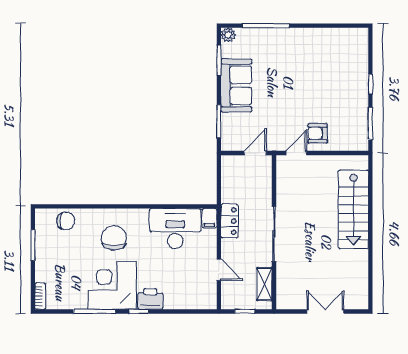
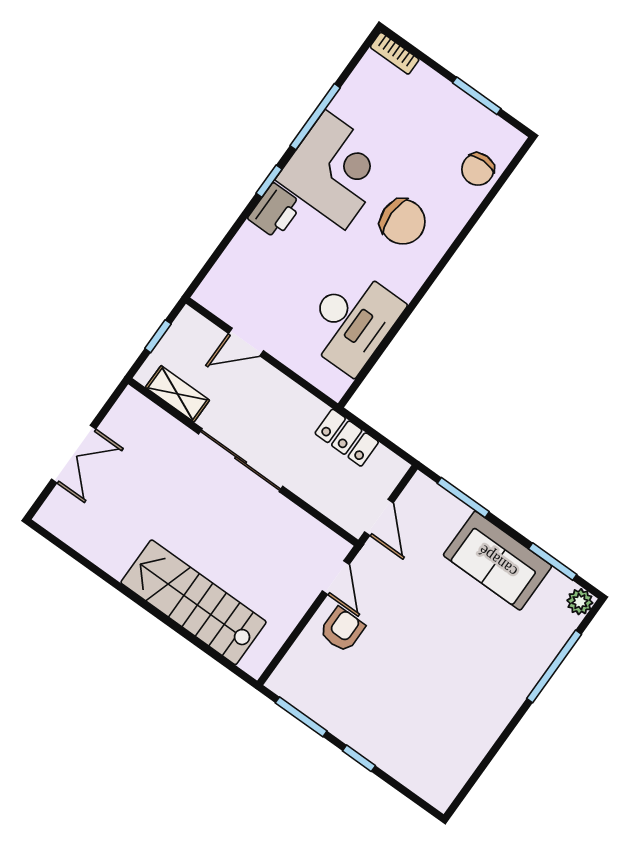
filing cabinet: (209, 218) -> (331, 382), removed
locker: (230, 221) -> (347, 438), moved

